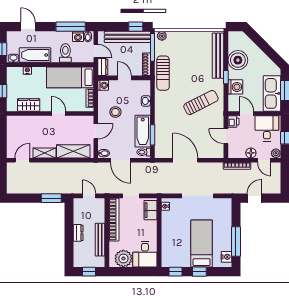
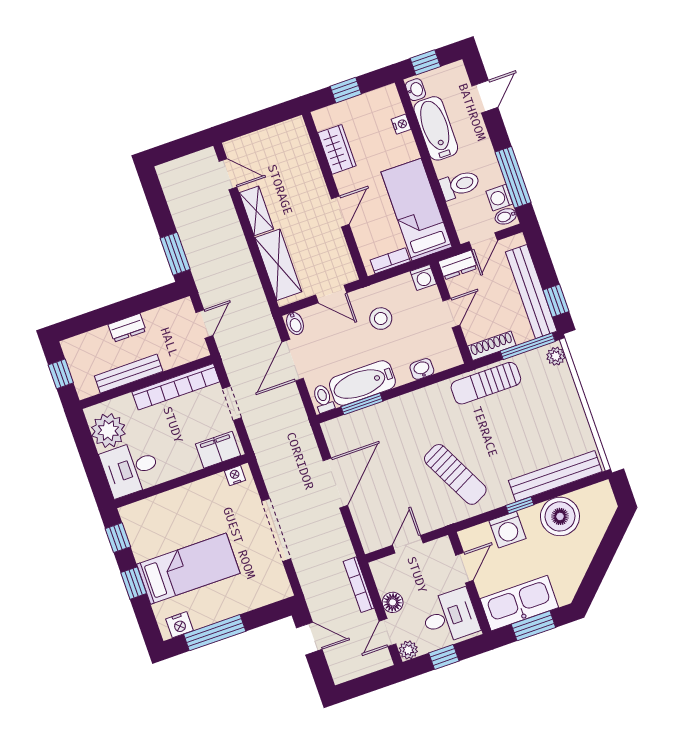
printer: (233, 122) -> (441, 549), removed

